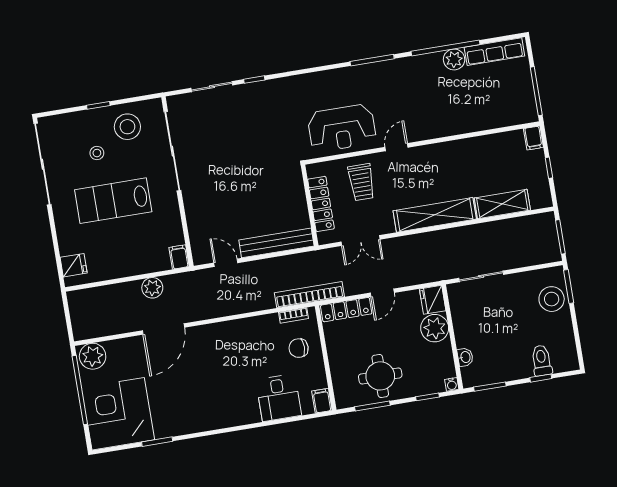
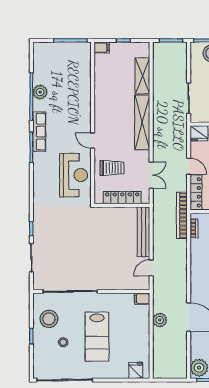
row of seats: (494, 52) -> (39, 132), moved

